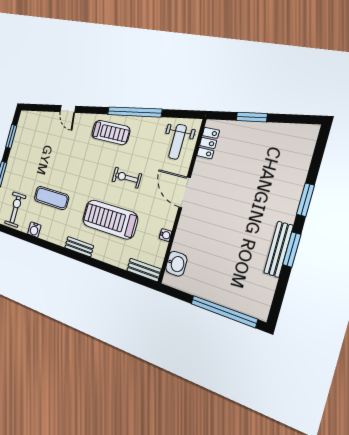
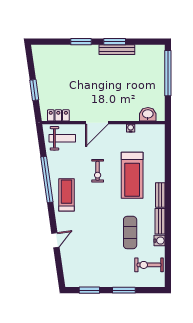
bench: (144, 270) -> (160, 221), moved

